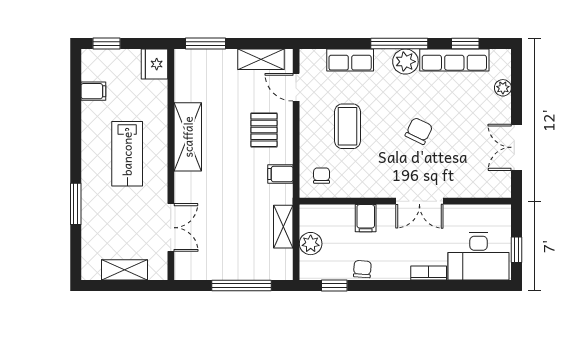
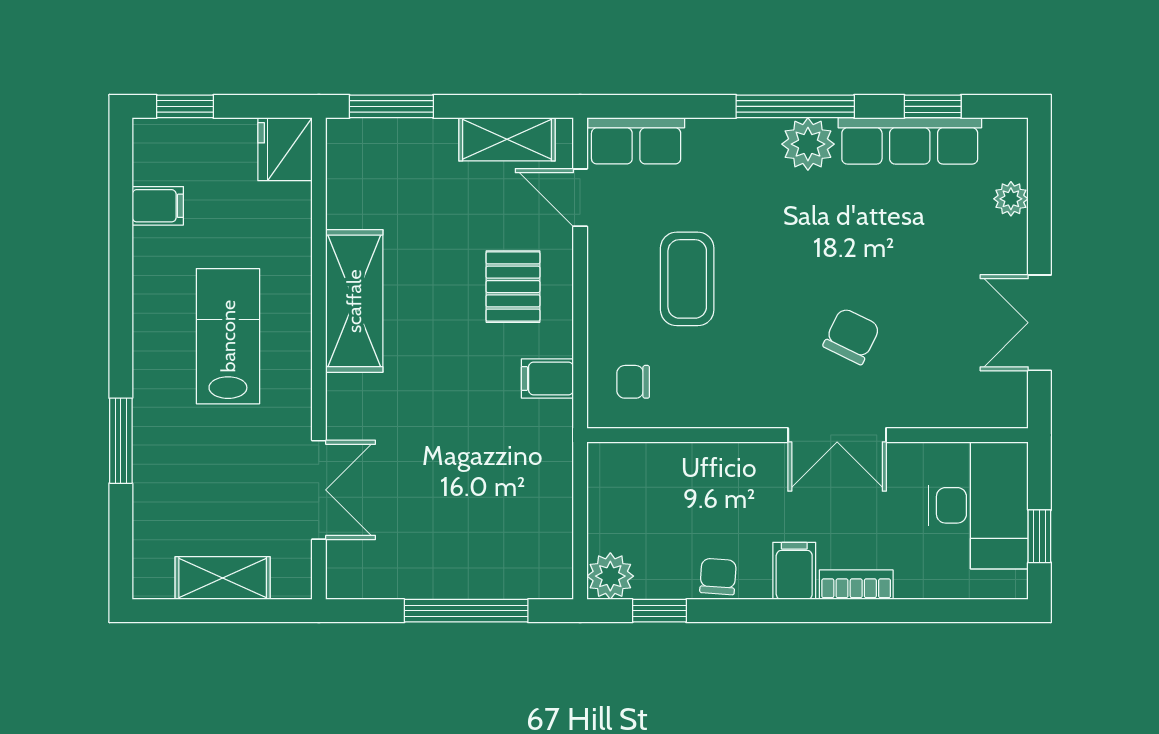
row of seats: (350, 60) -> (636, 141), moved
chair: (419, 131) -> (852, 336), moved
lab bench: (127, 154) -> (228, 336), turned 180
chair: (322, 176) -> (633, 382), turned -90
filing cabinet: (366, 218) -> (794, 571), moved, turned 180
shelving: (283, 227) -> (553, 488), removed
plant: (311, 244) -> (610, 576), moved
desk: (479, 256) -> (978, 505), moved, turned -90

